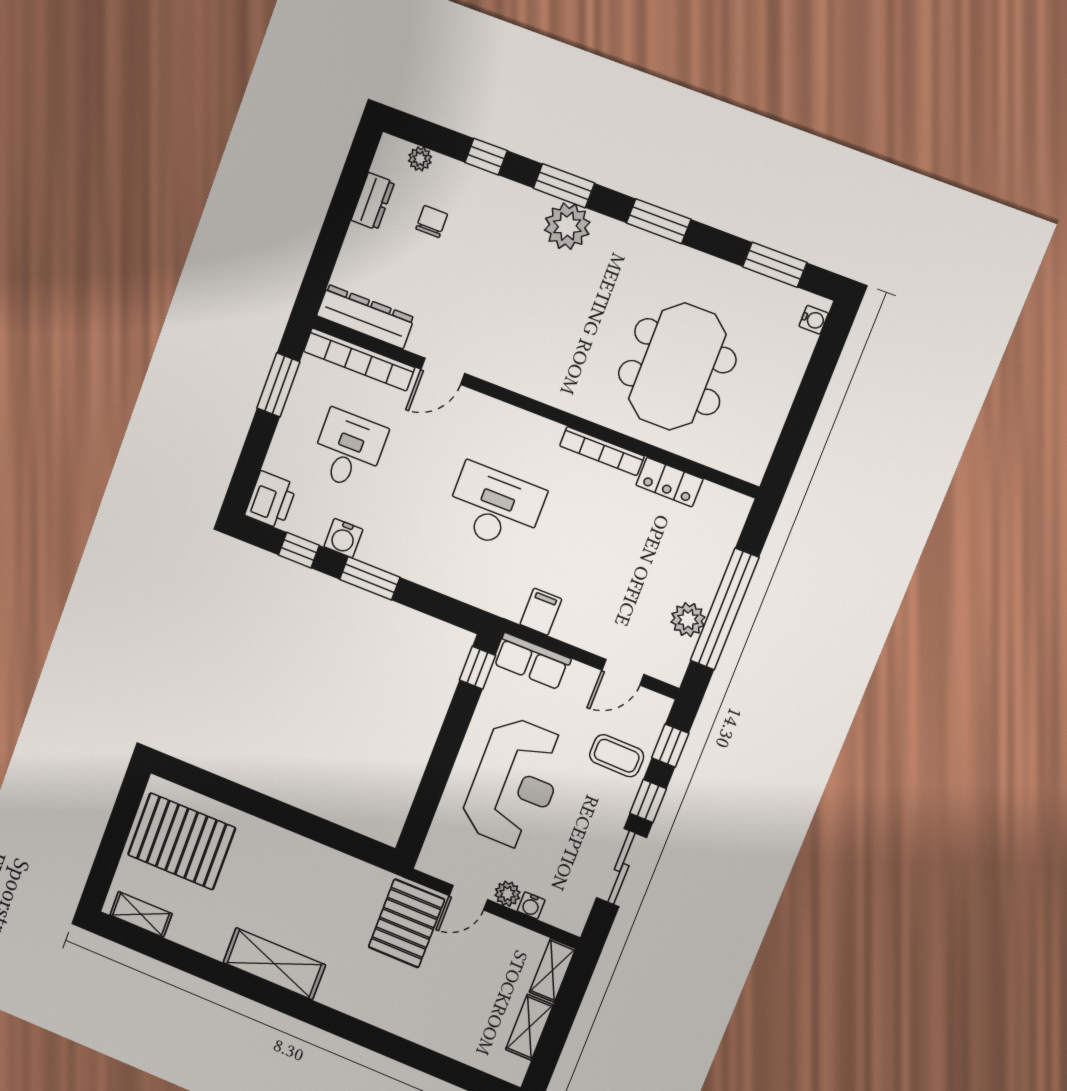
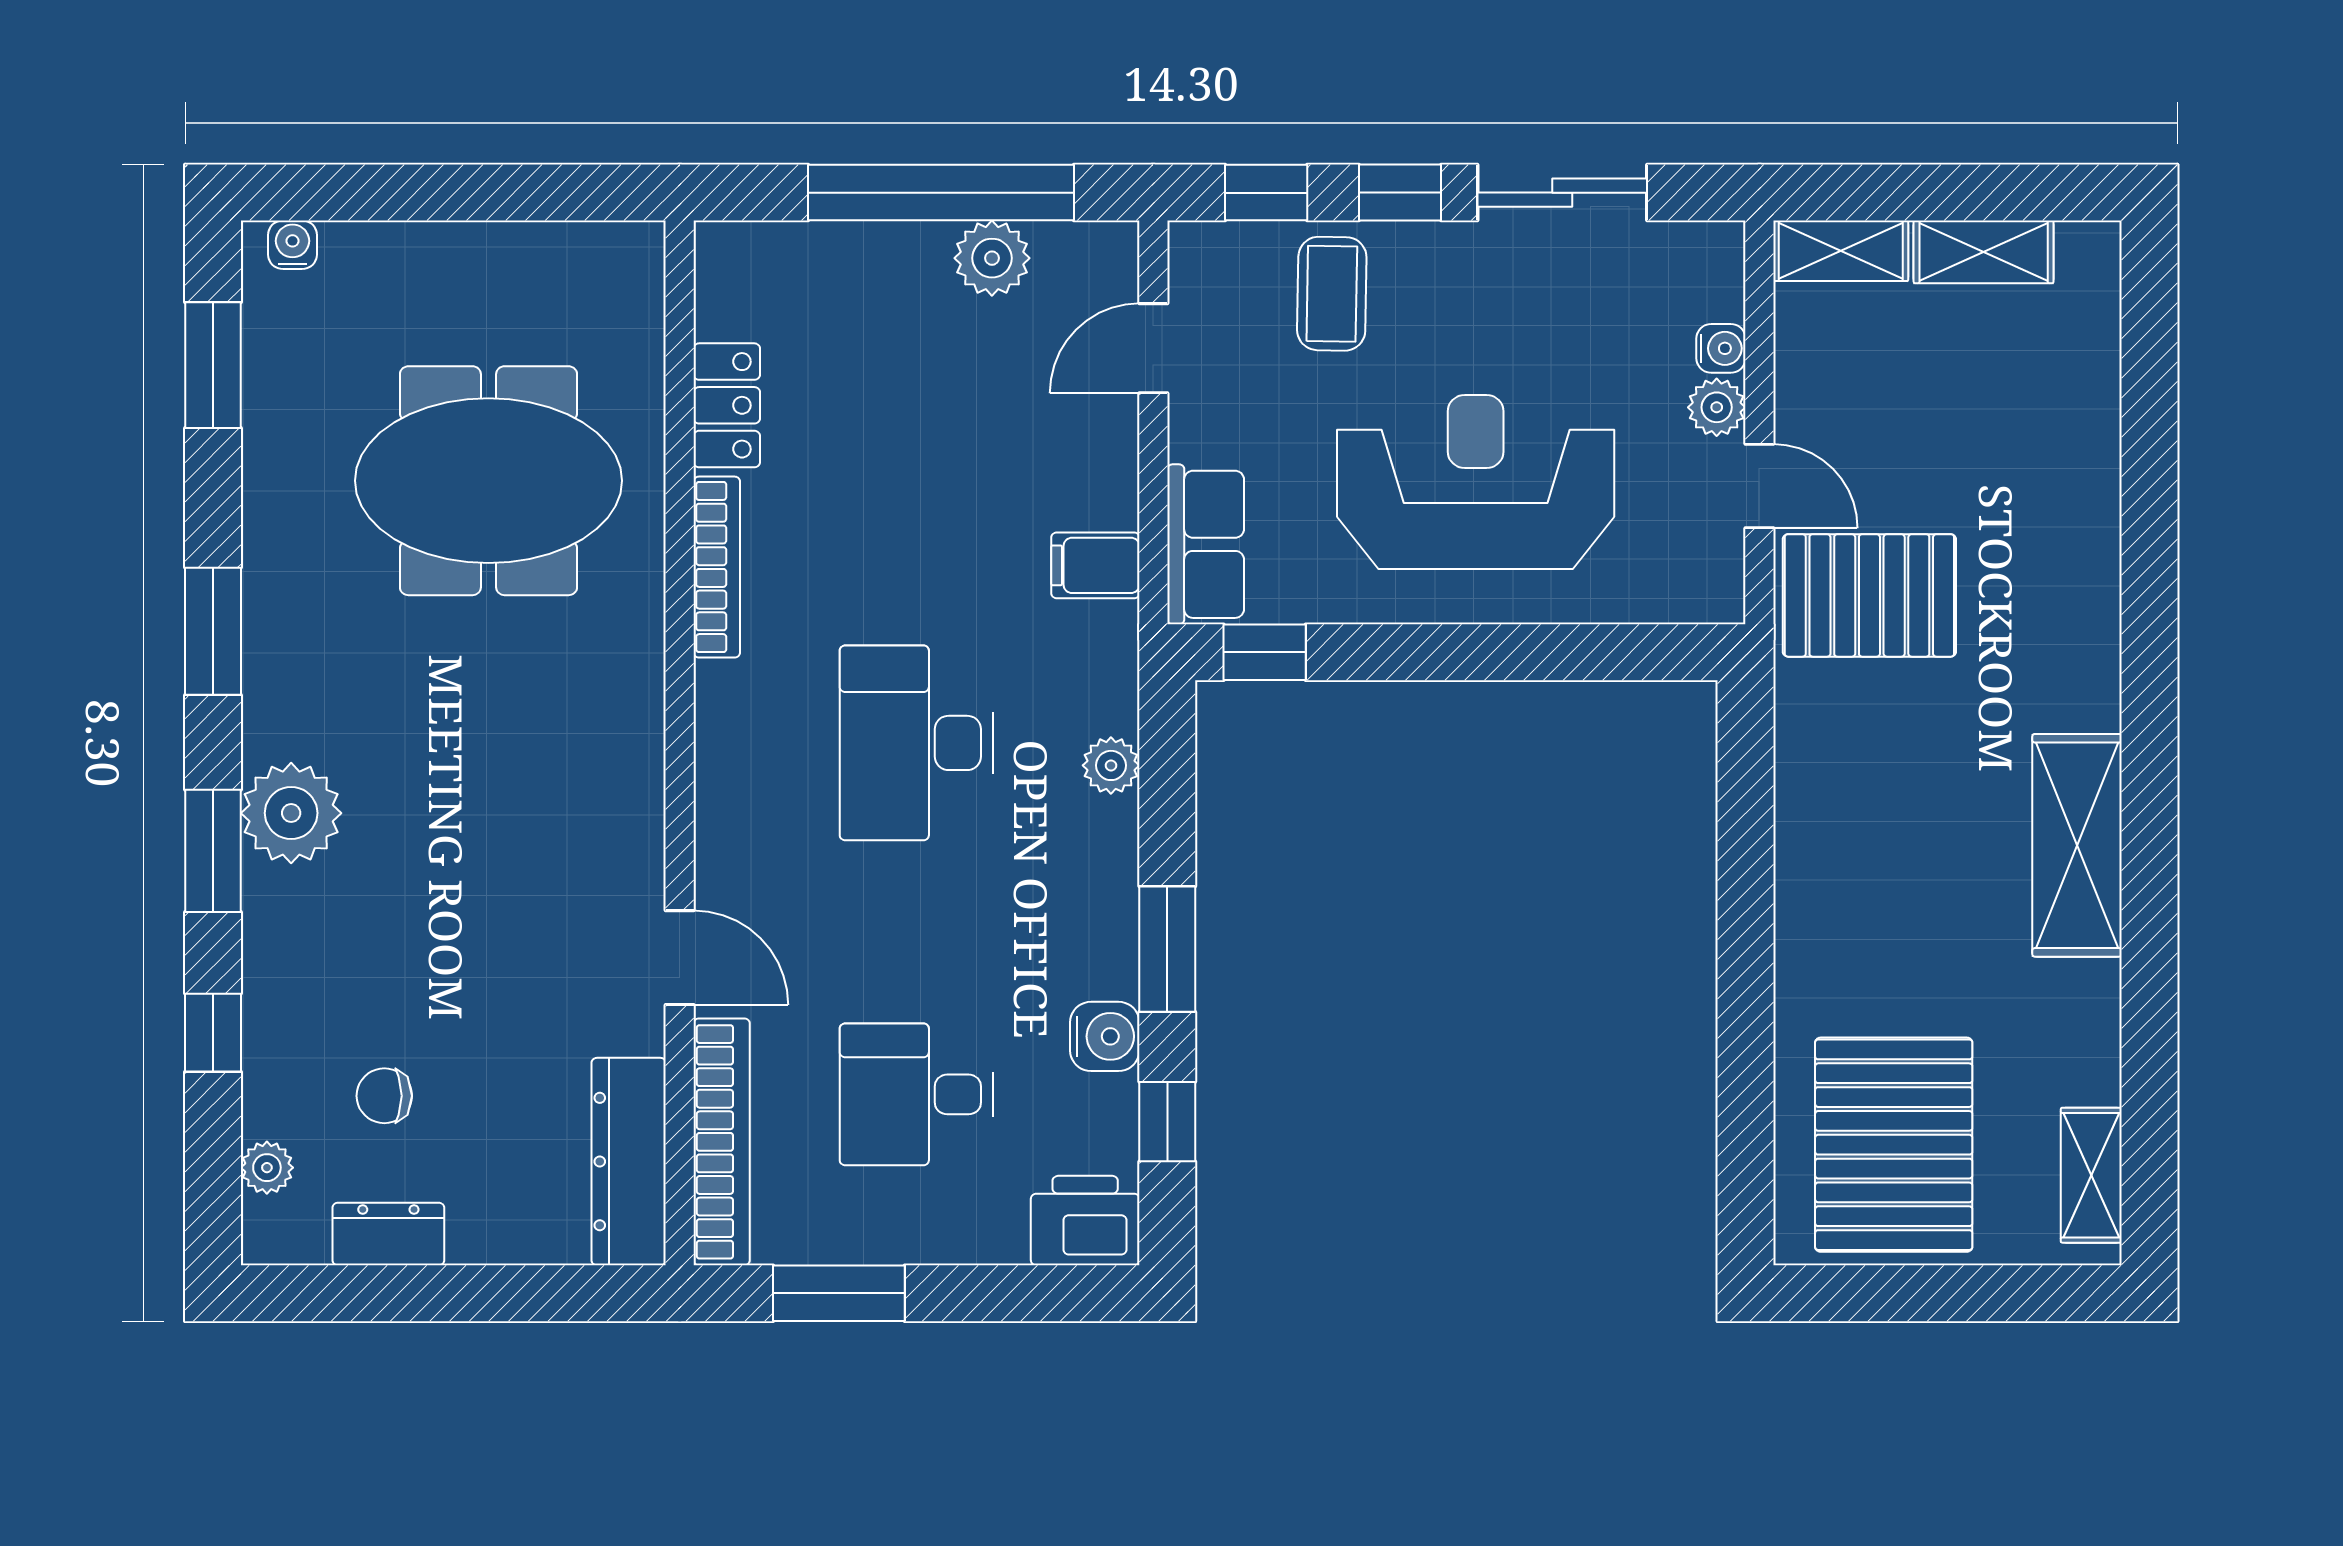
plant: (455, 585) -> (1111, 765), added
door: (623, 672) -> (1153, 348), swing flipped

